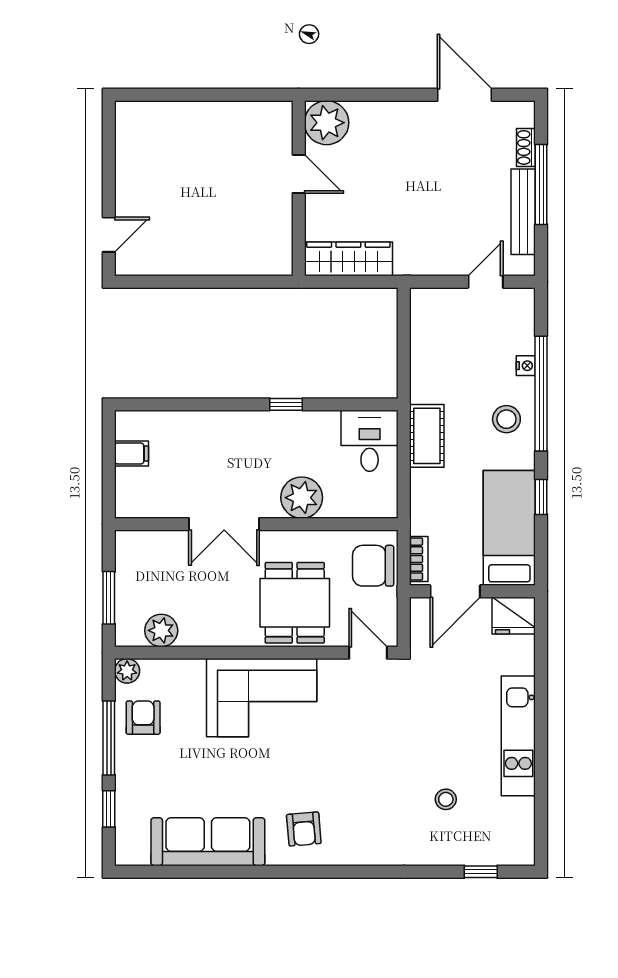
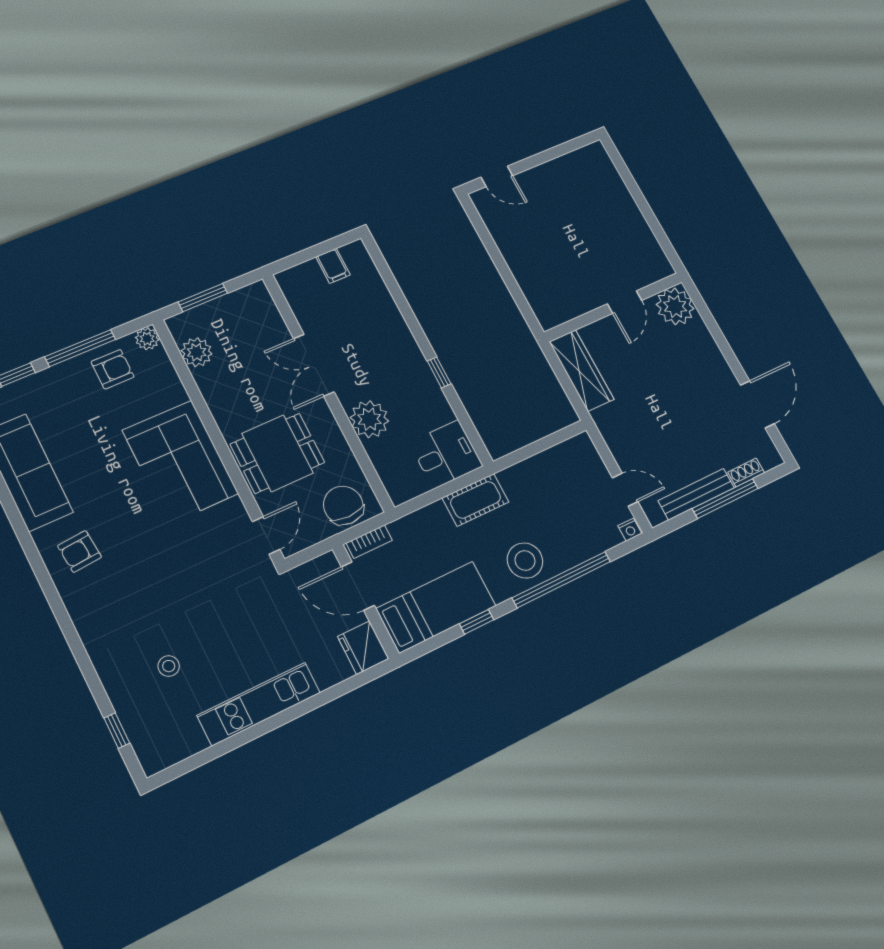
nightstand: (526, 366) -> (630, 530), moved
stool: (506, 419) -> (525, 560), width x1.38, depth x1.38

